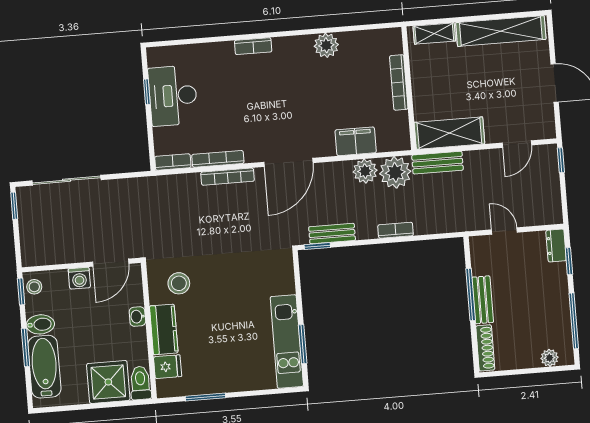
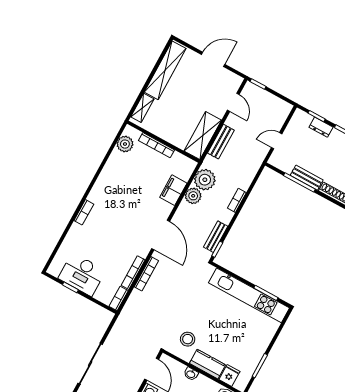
plant: (326, 45) -> (125, 144), moved
bench: (437, 163) -> (221, 142), moved
dresser: (556, 246) -> (321, 127), moved
kitchen unit: (287, 342) -> (249, 295), width x1.36

